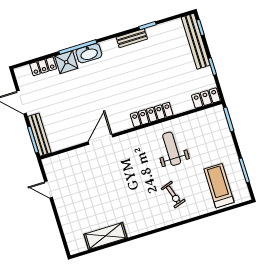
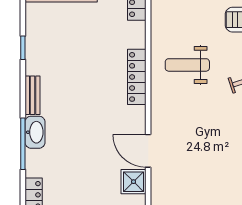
bench: (132, 38) -> (33, 95), moved
shower: (66, 62) -> (134, 182), moved

